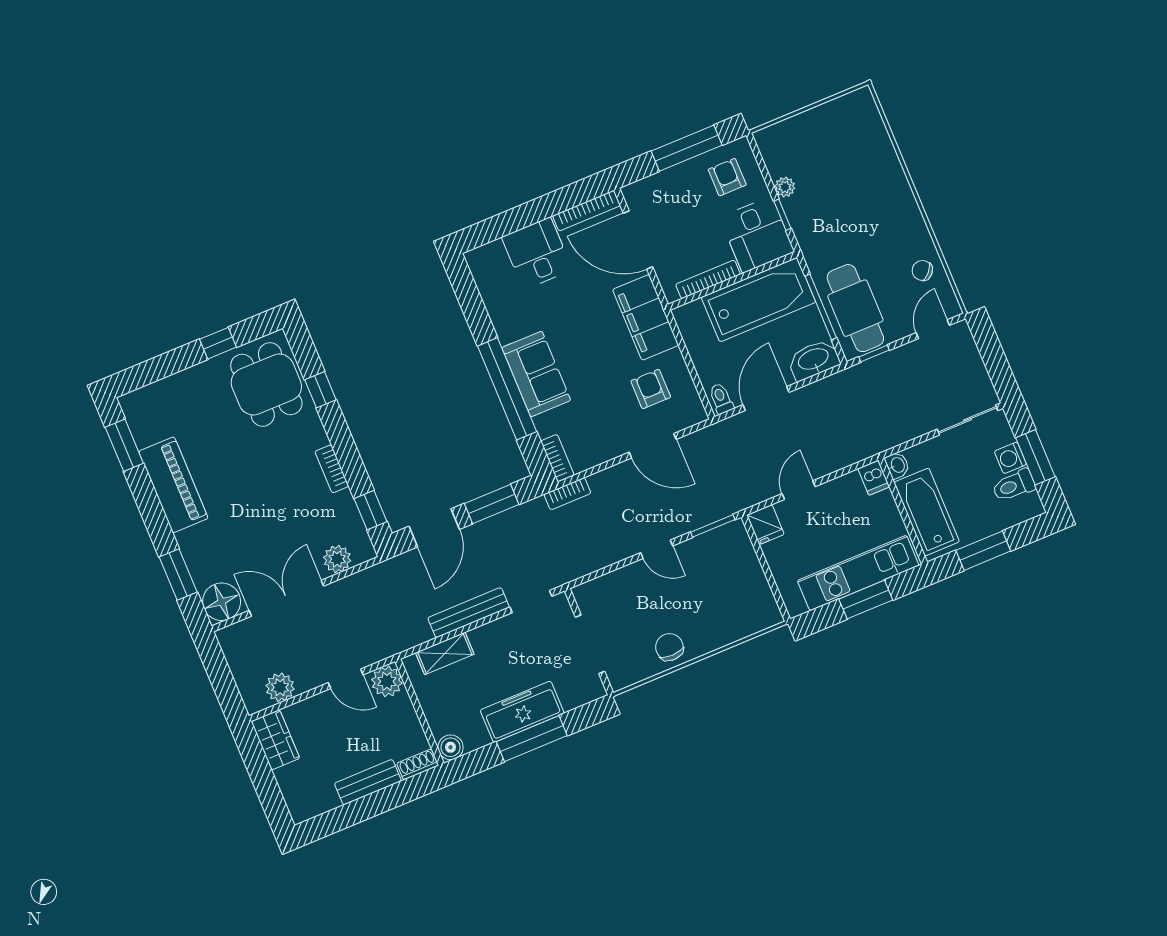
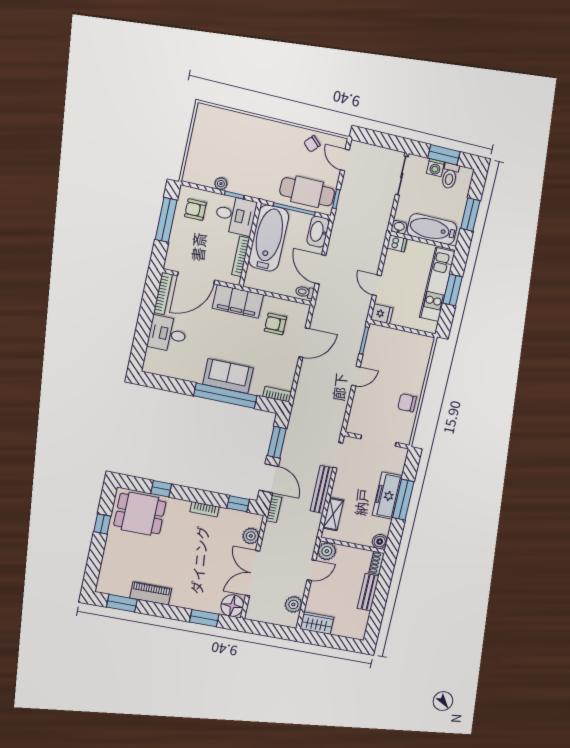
piano: (173, 485) -> (151, 593), width x0.73, depth x0.75
bookcase: (567, 494) -> (274, 509), moved

